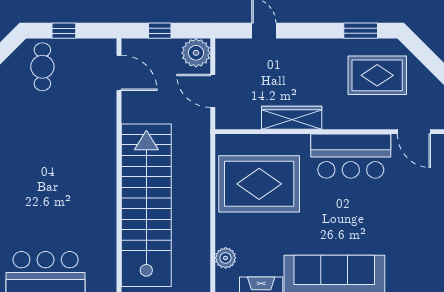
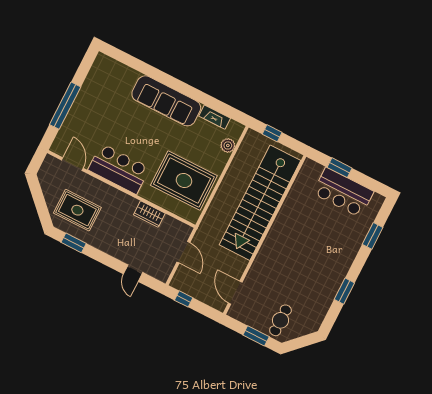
window: (64, 31) -> (256, 336), width x1.50
window: (160, 31) -> (184, 299), moved
plant: (196, 53) -> (182, 281), removed
wardrobe: (292, 118) -> (149, 214), width x0.67

